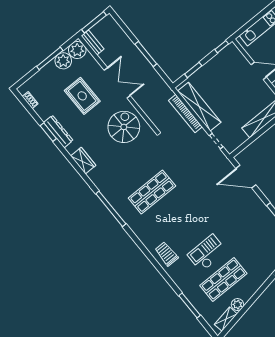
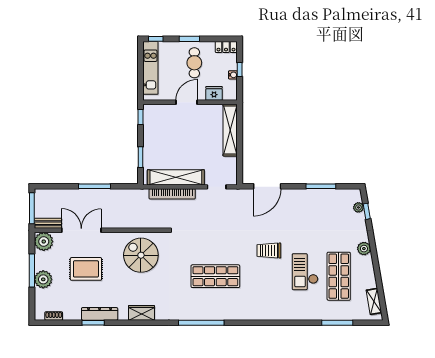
plant: (63, 61) -> (43, 279), moved
double door: (117, 83) -> (81, 230), moved
shop shelf: (152, 192) -> (215, 276), turned 90
trolley: (166, 254) -> (269, 251), moved
plant: (237, 305) -> (364, 249), moved

